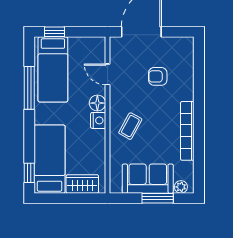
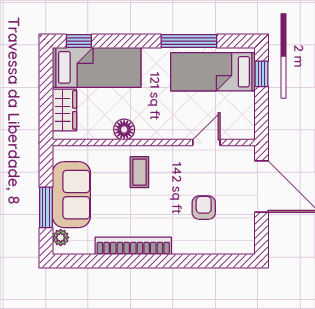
floor lamp: (97, 103) -> (124, 130), moved
nightstand: (98, 120) -> (147, 130), removed
coffee table: (130, 126) -> (139, 172), turned 61

